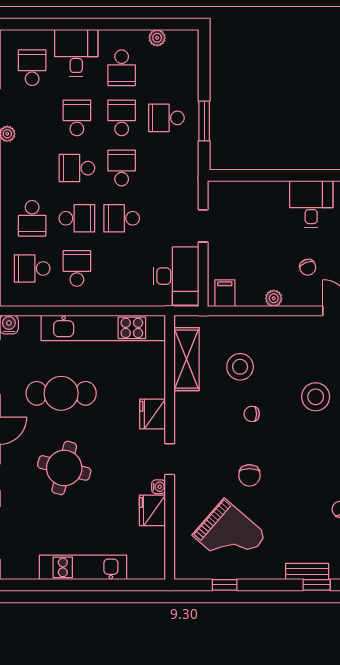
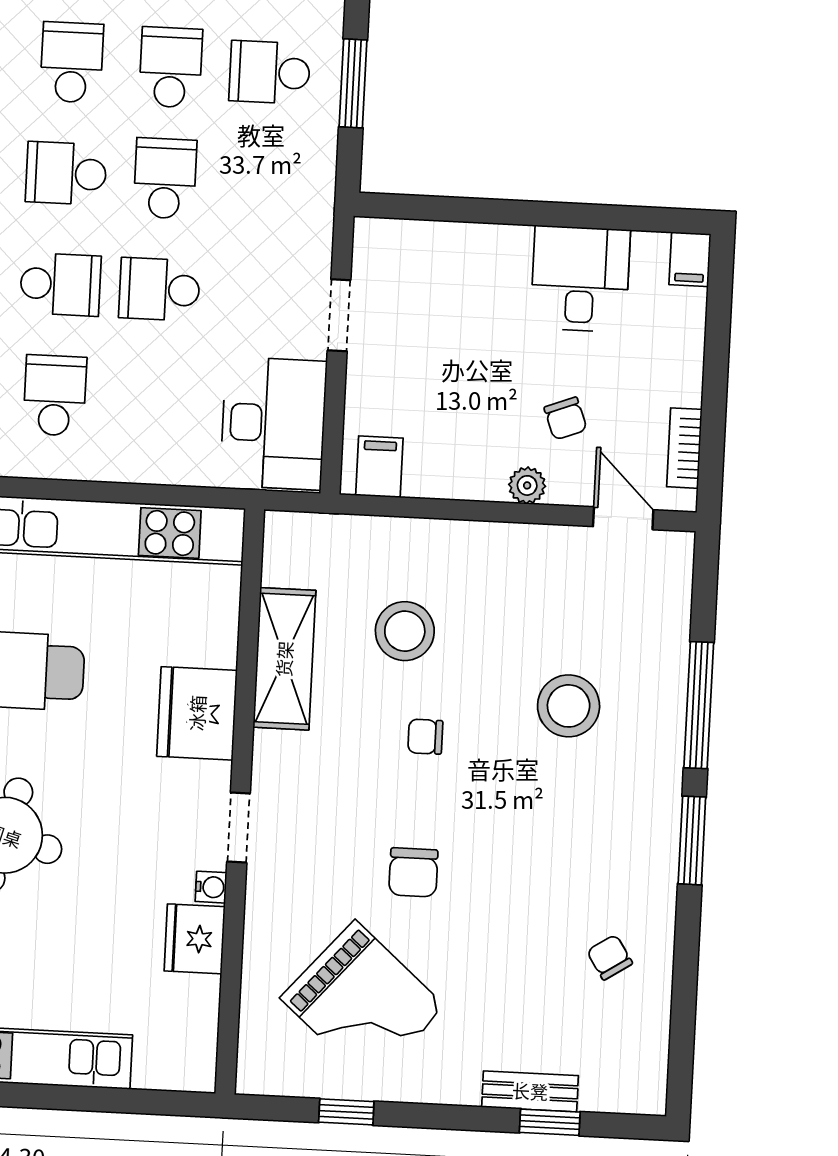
plant: (274, 298) -> (527, 485), moved
shelving: (186, 359) -> (284, 659), moved
fridge: (153, 414) -> (197, 713), width x1.36, depth x1.34

